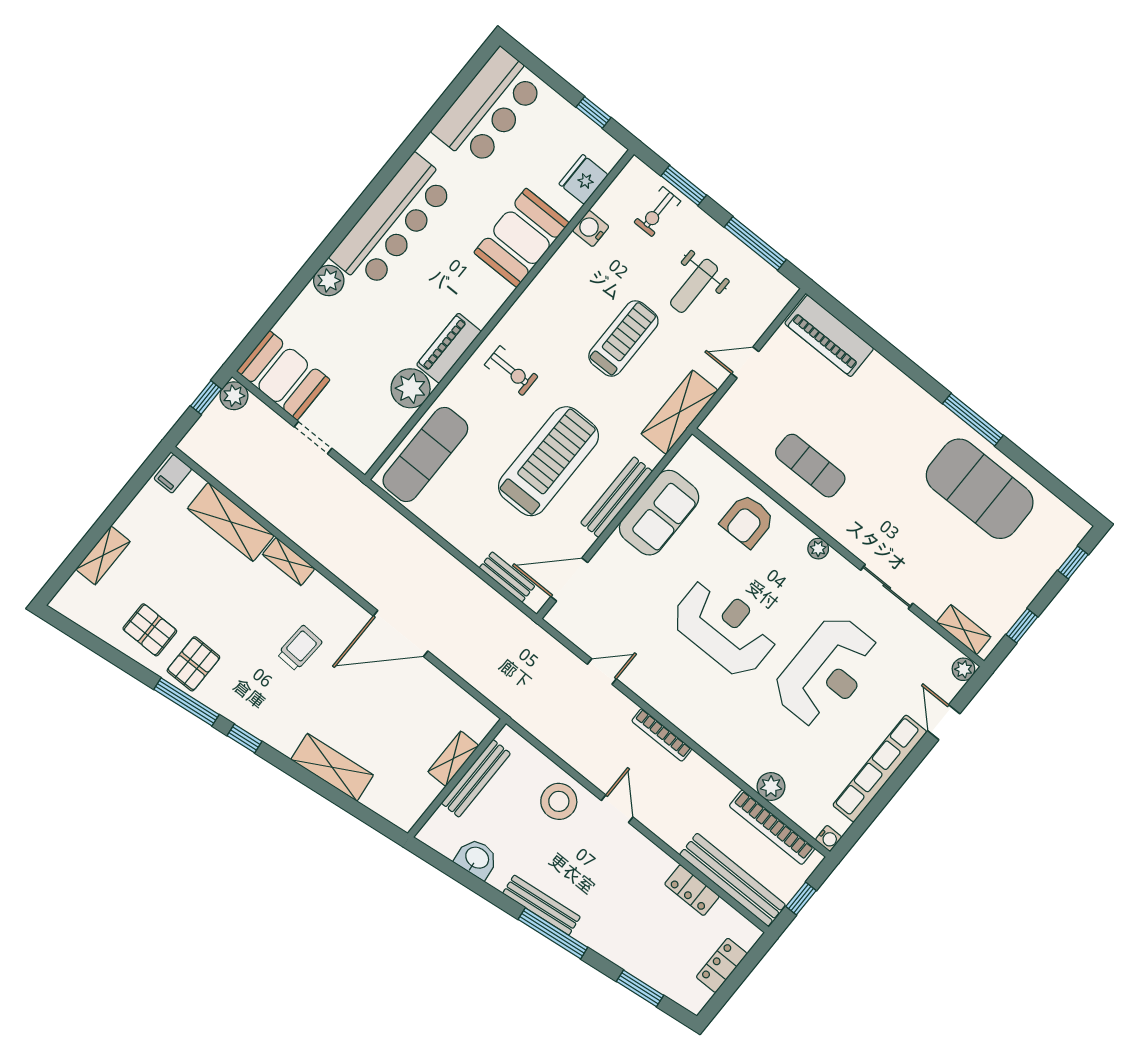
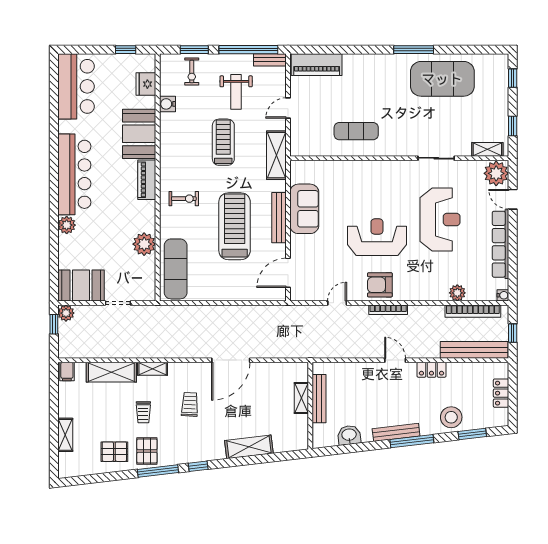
window: (755, 243) -> (248, 50), width x1.46
piano: (449, 348) -> (147, 180), moved
armchair: (748, 521) -> (380, 285), moved, turned 90
plant: (818, 549) -> (391, 166), removed
bench: (507, 577) -> (270, 60), moved
trolley: (230, 609) -> (143, 412), added
plant: (963, 669) -> (496, 173), width x1.87, depth x1.87
stool: (559, 801) -> (451, 417), moved
locker: (692, 890) -> (431, 370), moved

